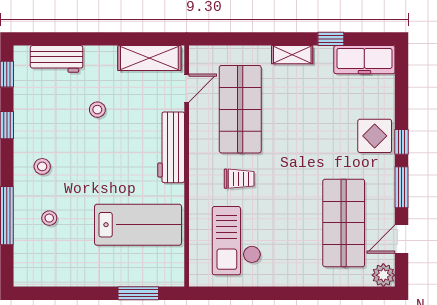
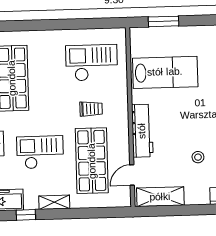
checkout: (309, 122) -> (40, 152), added
trolley: (239, 179) -> (91, 109), turned 180
lab bench: (138, 225) -> (165, 72), turned 180
checkout: (237, 241) -> (92, 63), turned -90

